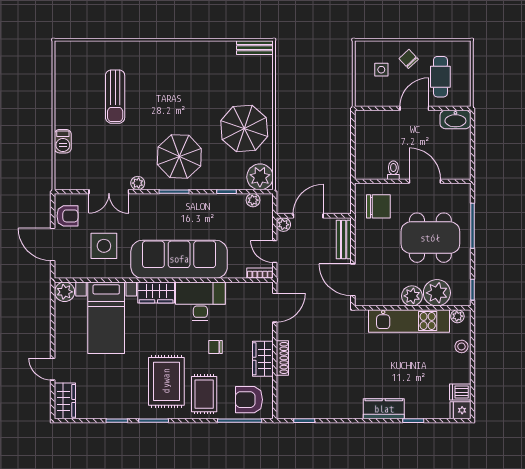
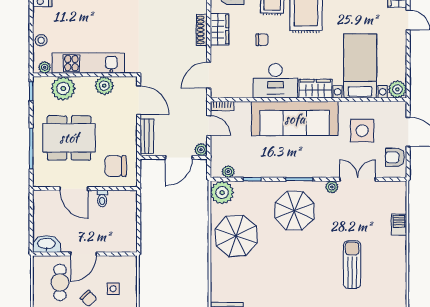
plant: (412, 296) -> (104, 86), moved

